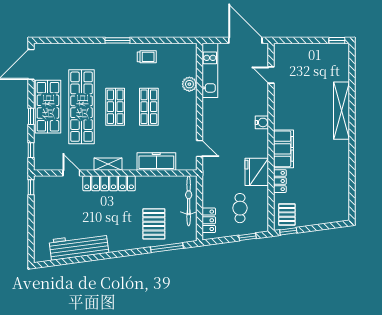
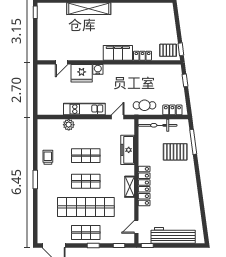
door: (245, 40) -> (35, 82), removed
kitchen unit: (210, 70) -> (84, 109), moved
shop shelf: (48, 107) -> (86, 233), width x0.70, depth x0.74
fridge: (257, 172) -> (82, 73), moved
door: (71, 173) -> (136, 227), moved
cafe table: (240, 208) -> (144, 105), moved
workbench: (79, 246) -> (173, 235), moved, turned 98

